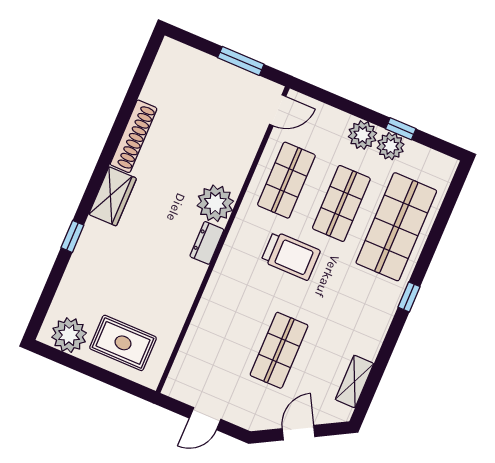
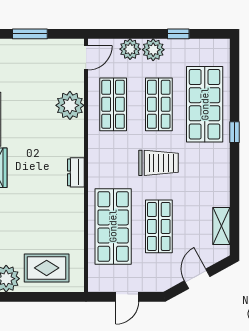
window: (241, 61) -> (30, 34), moved
plant: (391, 146) -> (130, 49), moved
plant: (215, 203) -> (70, 105), moved
trolley: (291, 256) -> (158, 163), moved
window: (409, 297) -> (235, 132), moved
shop shelf: (224, 327) -> (113, 226), added

